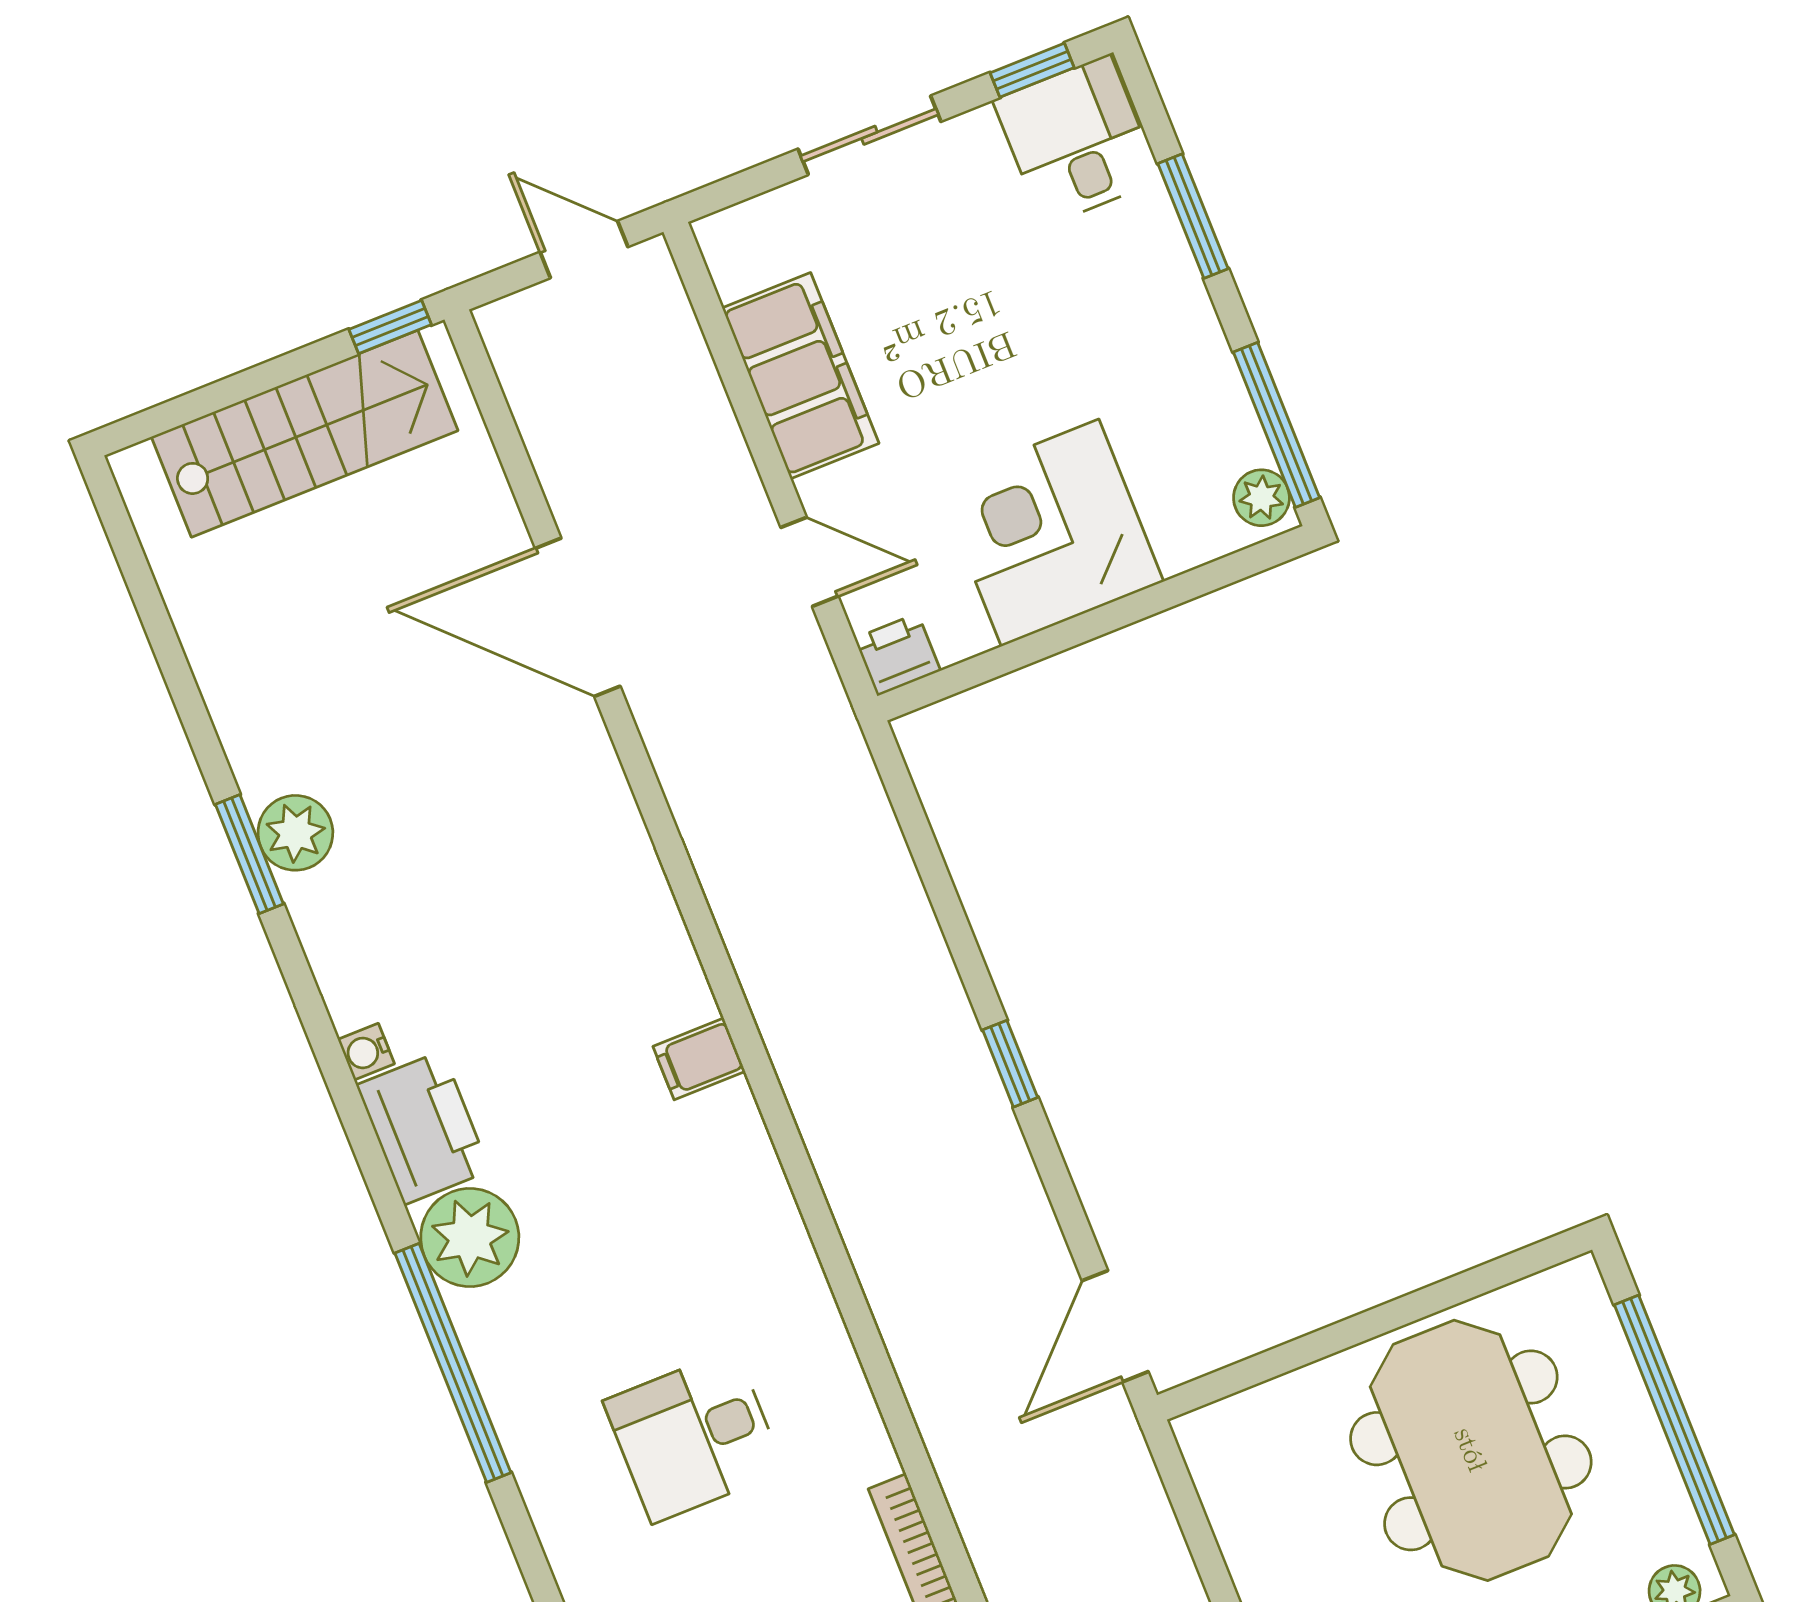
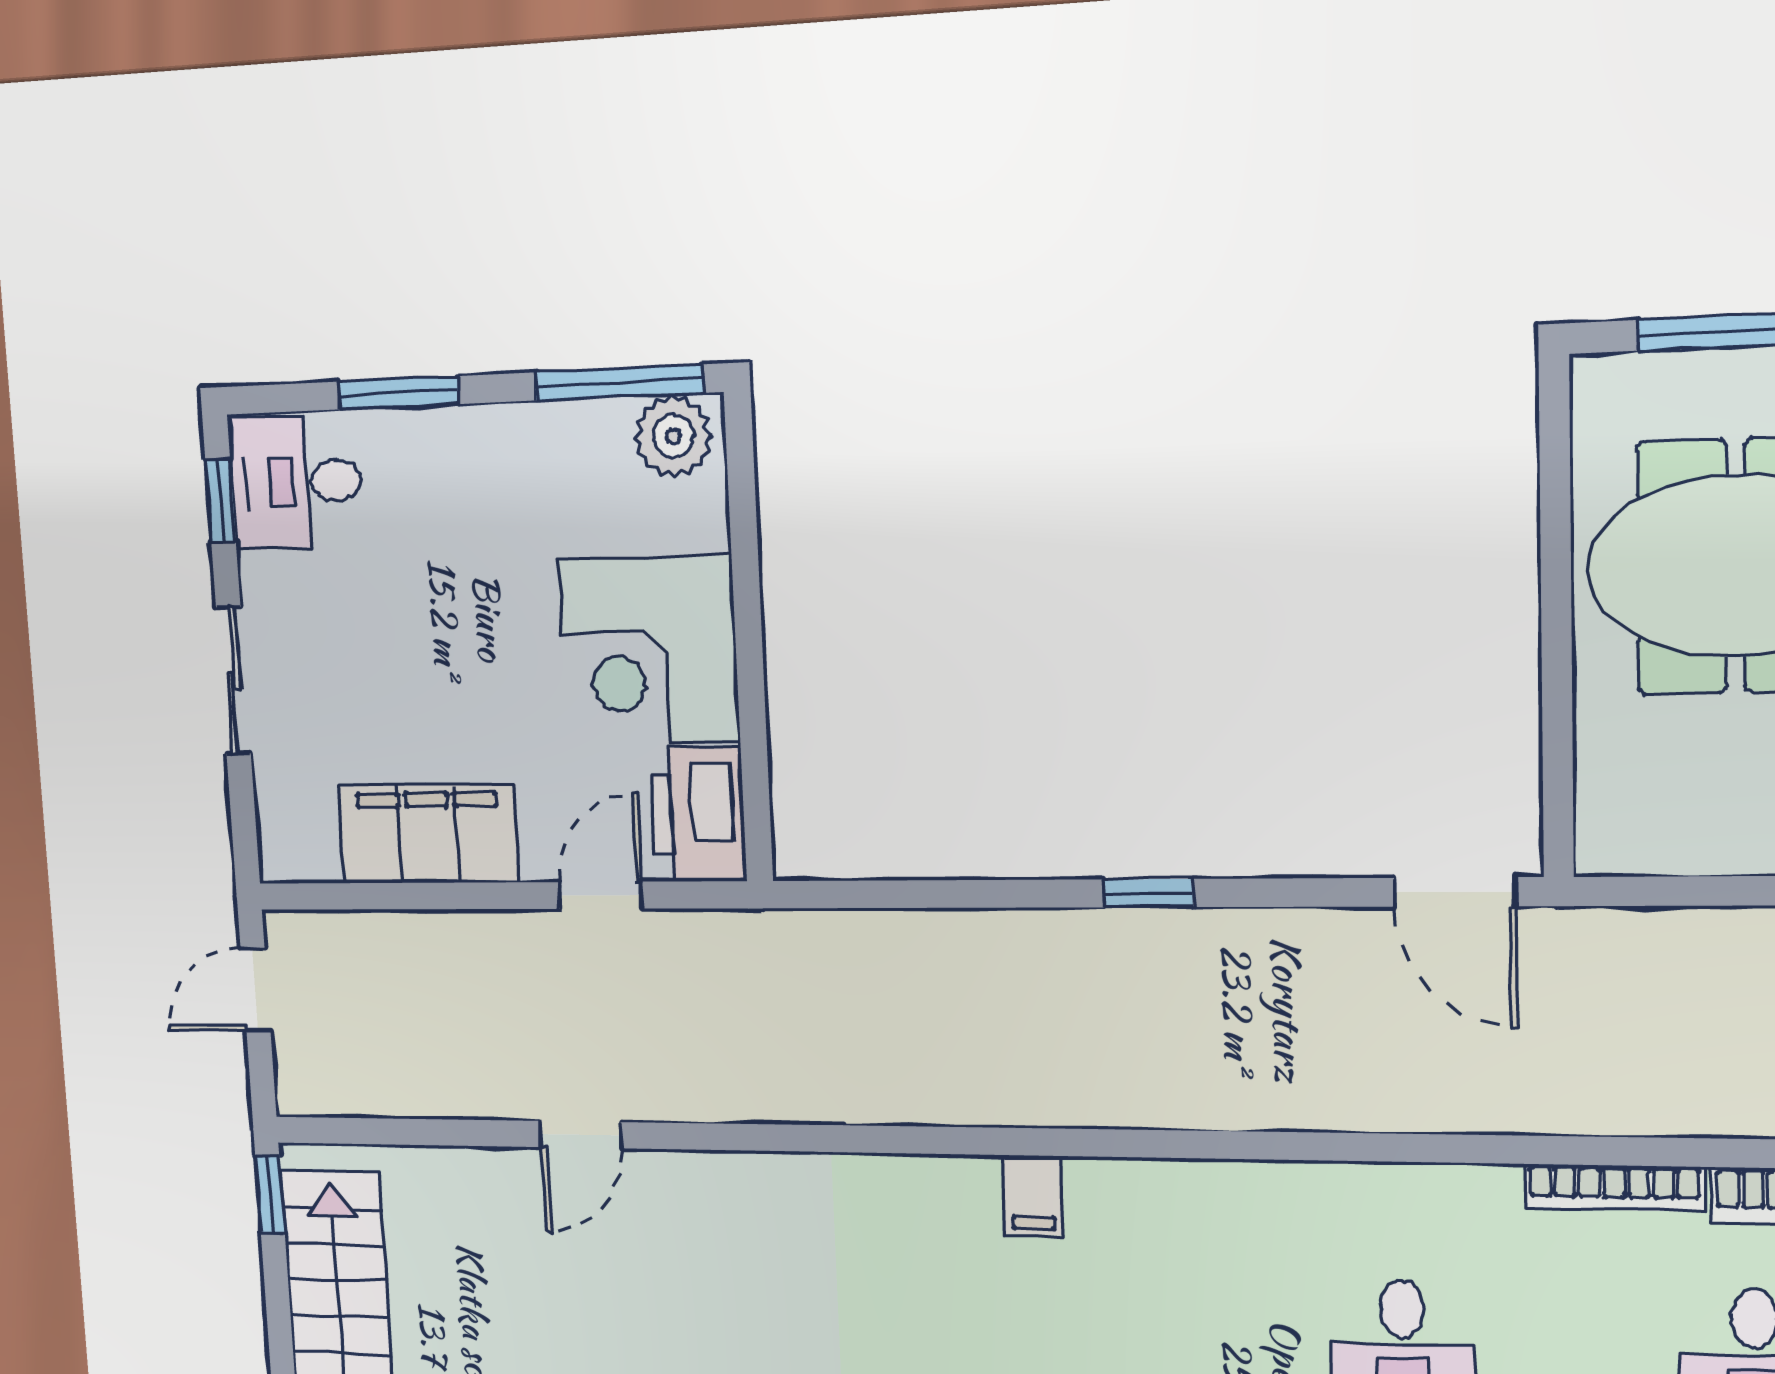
plant: (1261, 498) -> (673, 436), width x1.38, depth x1.38
door: (578, 617) -> (581, 1135), width x0.53
printer: (898, 655) -> (698, 814), width x1.87, depth x1.48

